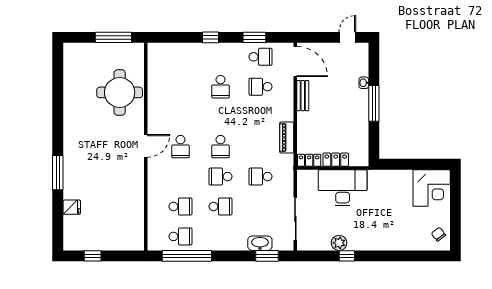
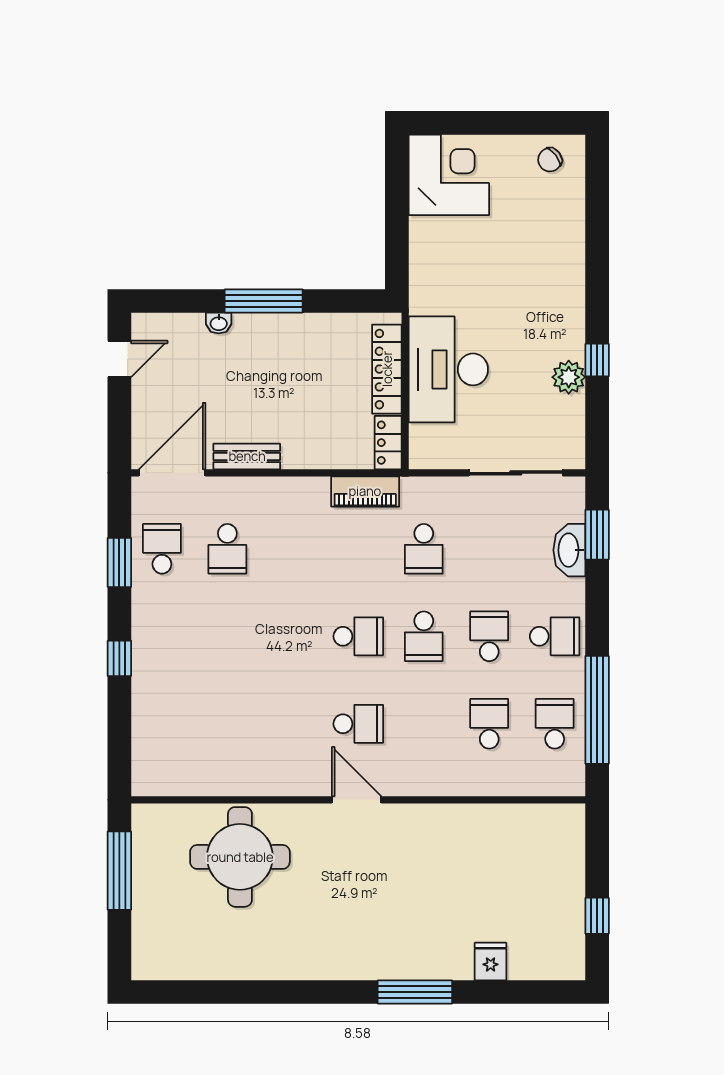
door: (347, 37) -> (119, 359), swing flipped
school desk: (221, 87) -> (555, 636), moved
piano: (287, 137) -> (365, 491), moved
locker: (336, 160) -> (387, 369), width x1.53

